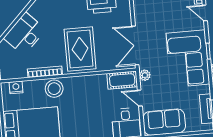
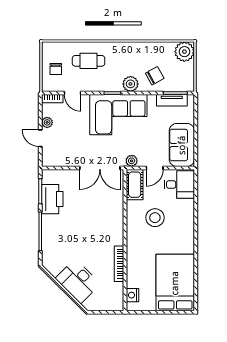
door: (205, 13) -> (73, 93), hinge flipped
rug: (80, 49) -> (99, 225), removed
stool: (54, 89) -> (155, 218), moved

